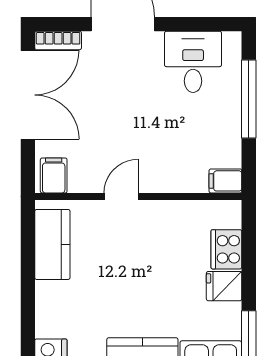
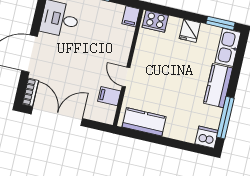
filing cabinet: (54, 175) -> (109, 96), moved
cooker: (226, 249) -> (155, 21), moved

